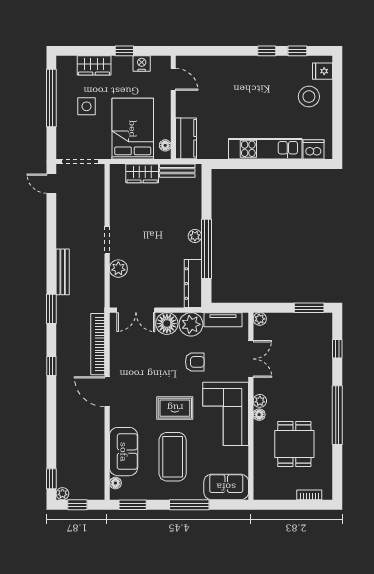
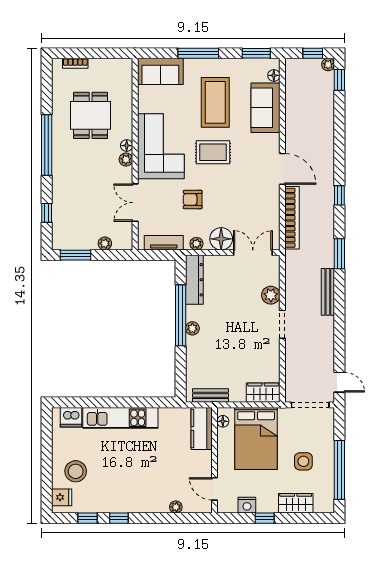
plant: (211, 62) -> (176, 507), added
wardrobe: (142, 173) -> (263, 393), moved
plant: (260, 319) -> (105, 243), moved
plant: (191, 324) -> (196, 244), width x0.53, depth x0.53

